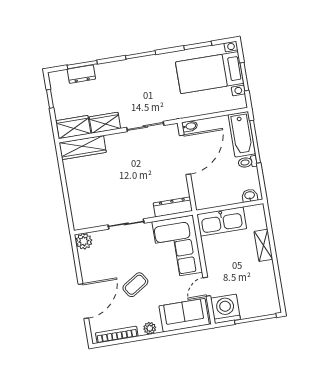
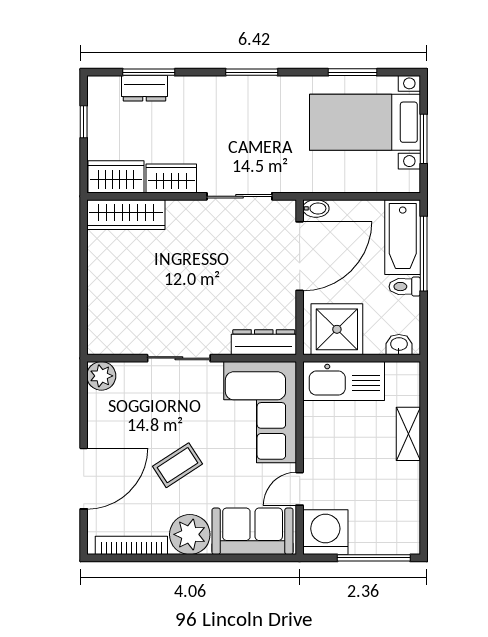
shower: (213, 193) -> (337, 329), added
plant: (150, 328) -> (190, 534), width x1.87, depth x1.87

